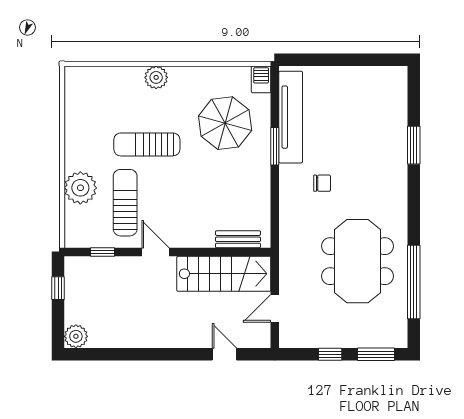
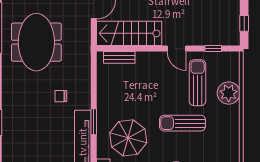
sun lounger: (147, 144) -> (182, 123), turned 180
sun lounger: (125, 203) -> (198, 83), turned 180

